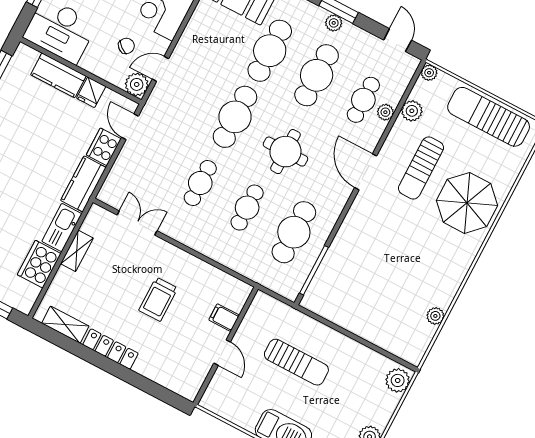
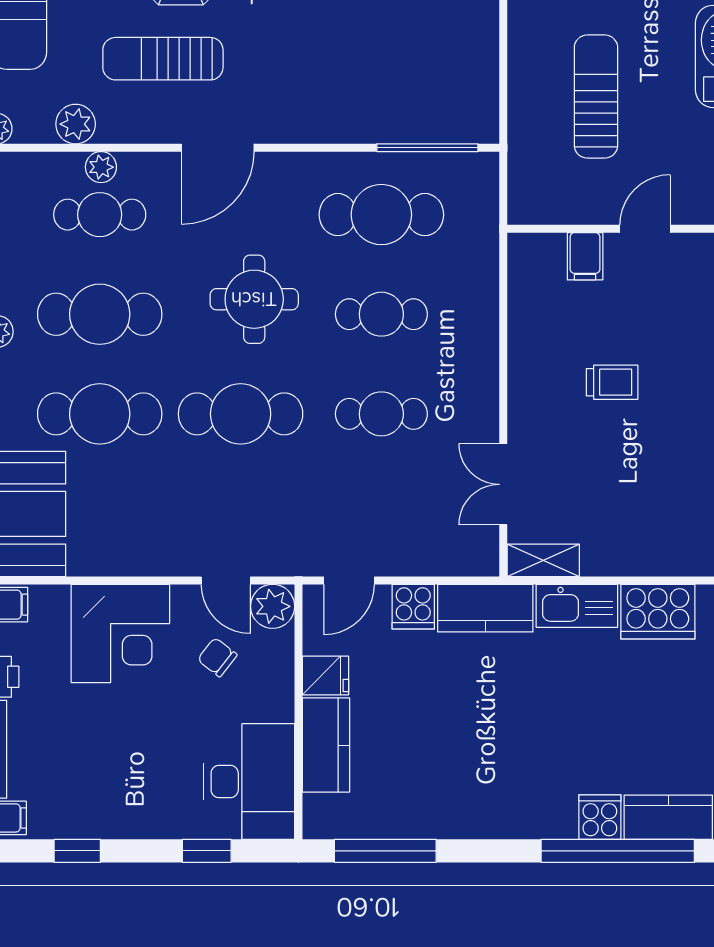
cooker: (104, 147) -> (413, 607), width x0.73
sun lounger: (421, 168) -> (163, 59), turned 180
shelving: (77, 251) -> (543, 560), moved
trolley: (158, 299) -> (612, 382), width x0.73, depth x0.72

